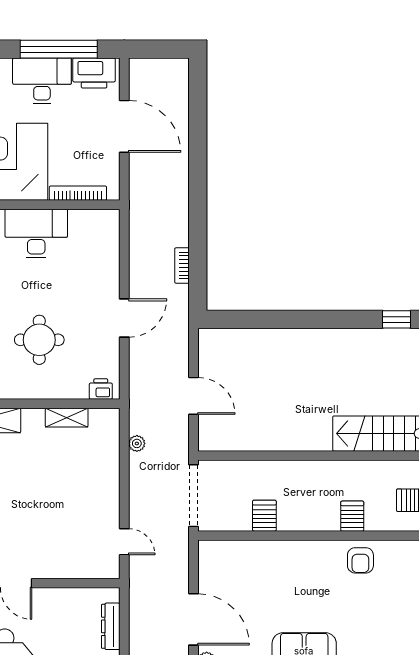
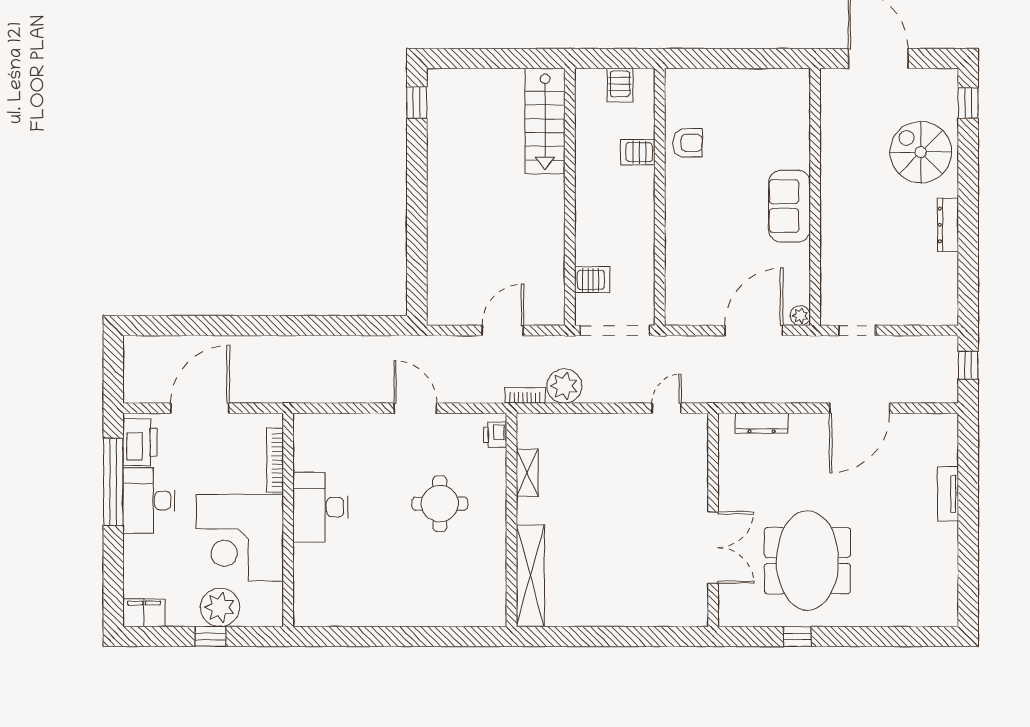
bookcase: (182, 265) -> (525, 395), moved, turned 180
plant: (137, 443) -> (564, 386), width x1.88, depth x1.88
server rack: (264, 516) -> (592, 280), moved, turned 180

